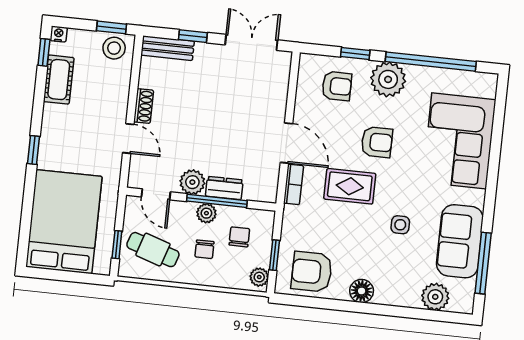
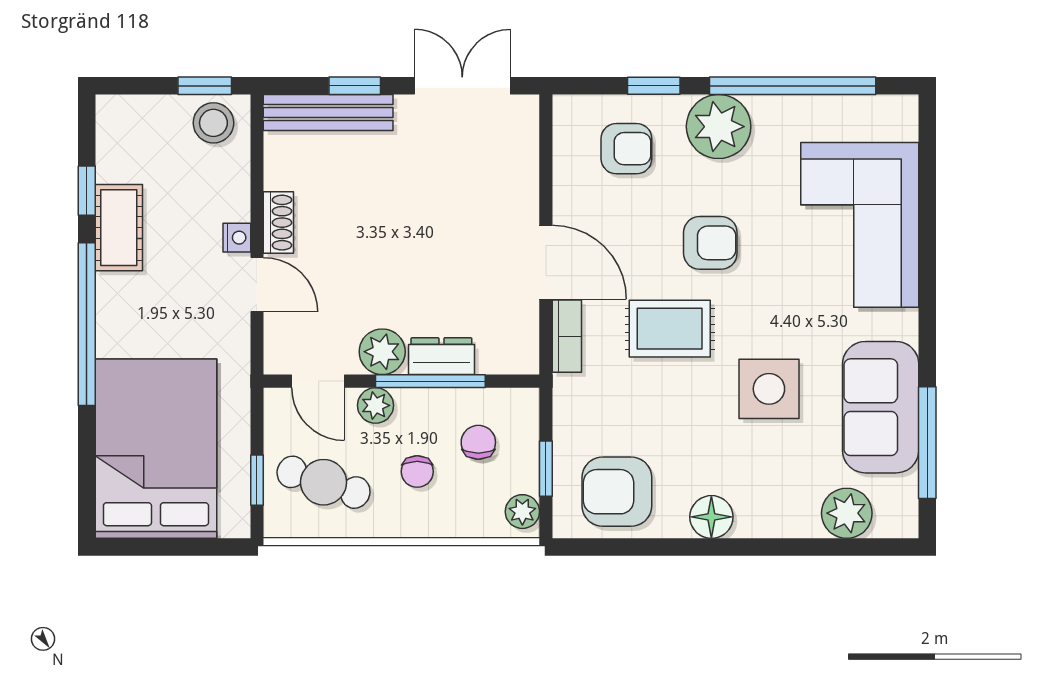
nightstand: (59, 34) -> (237, 238), moved, turned 90
bench: (168, 48) -> (328, 113), width x1.36
window: (44, 52) -> (87, 191), moved
cot: (59, 80) -> (119, 228), moved
window: (34, 150) -> (87, 324), width x3.17
plant: (206, 213) -> (375, 405), moved
side table: (400, 225) -> (769, 389), width x1.87, depth x1.87

